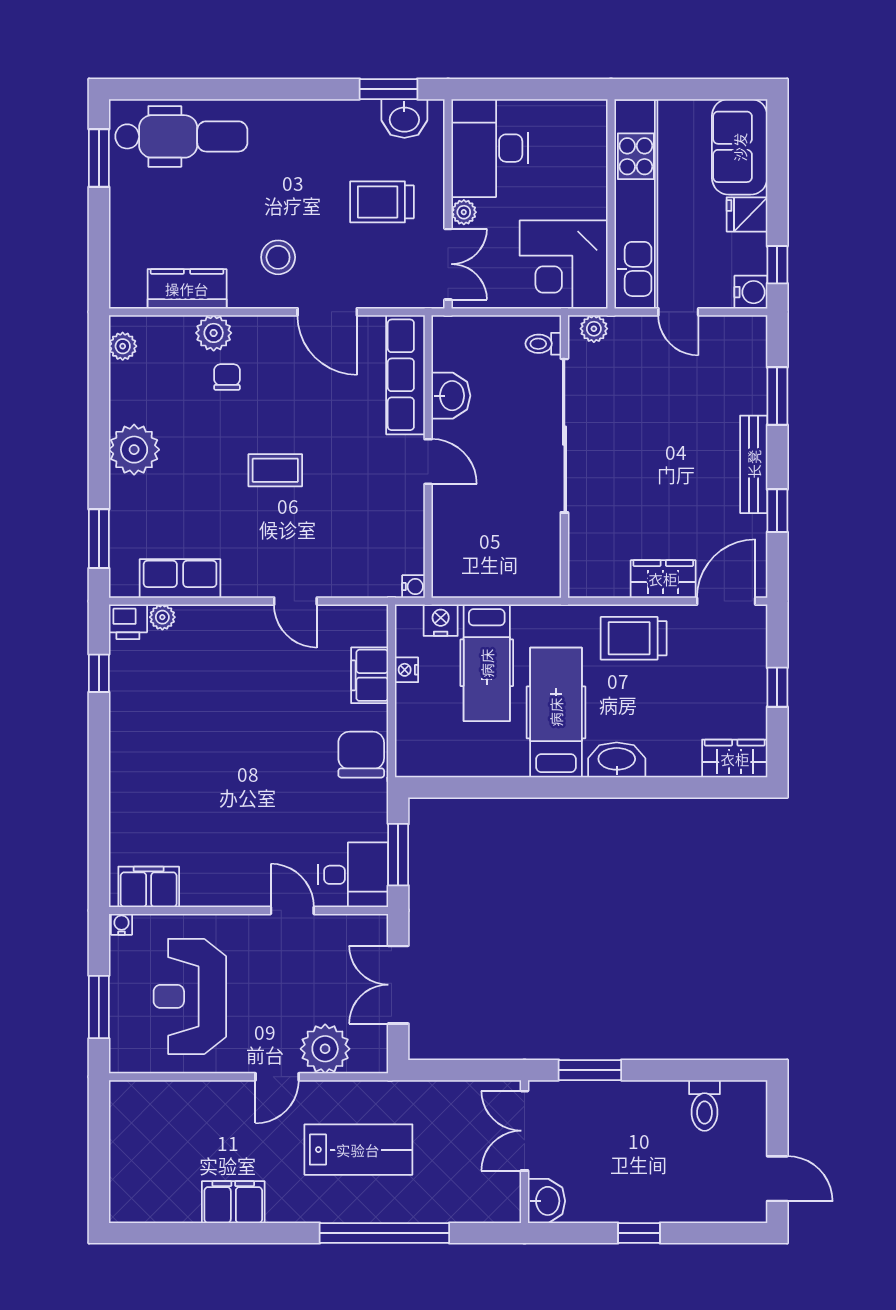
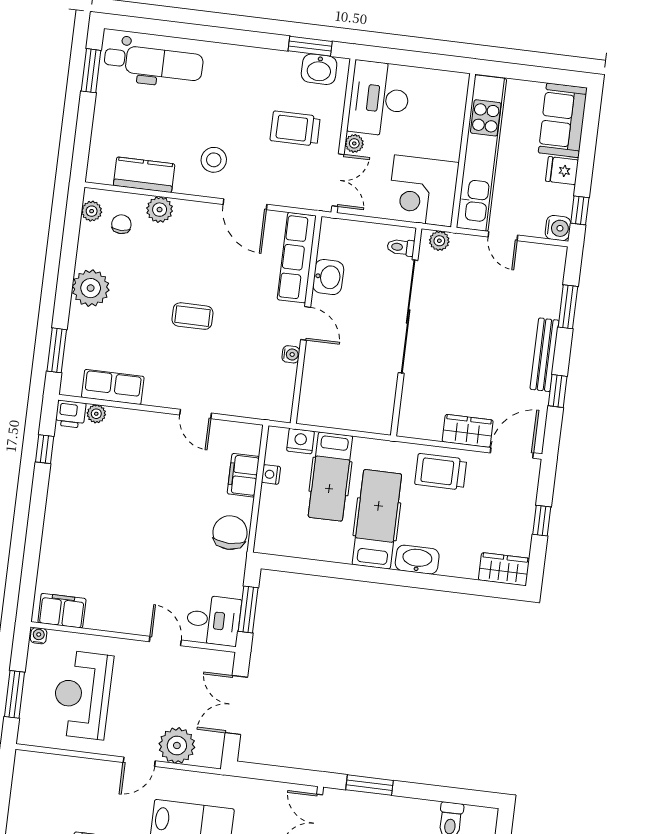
chair: (227, 377) -> (121, 224), moved
water cooler: (413, 587) -> (291, 354), moved

